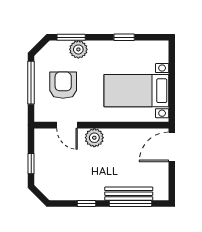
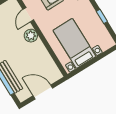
door: (172, 147) -> (43, 92), moved

